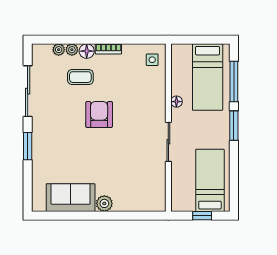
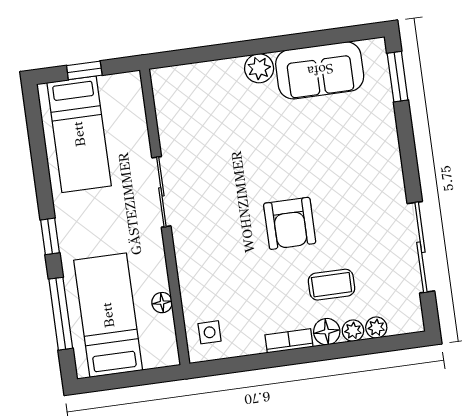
floor lamp: (176, 102) -> (162, 303), moved
window: (234, 126) -> (50, 236), width x0.67
window: (28, 146) -> (398, 77), moved

